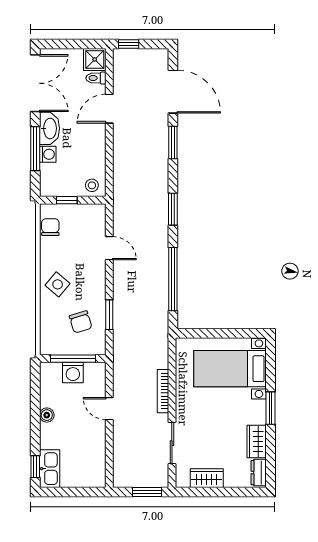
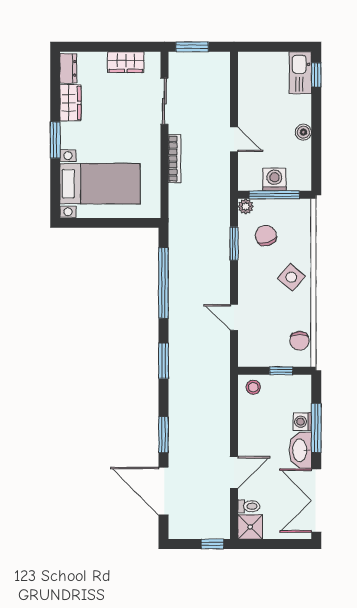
plant: (99, 348) -> (246, 206), added

